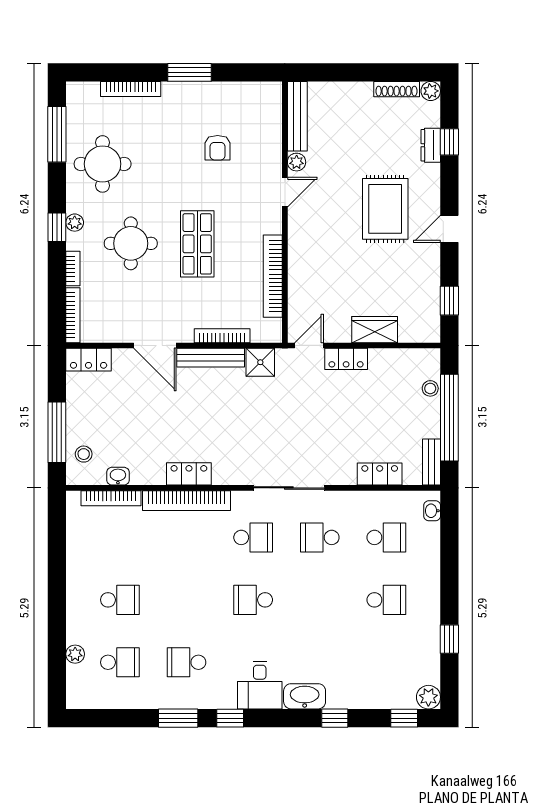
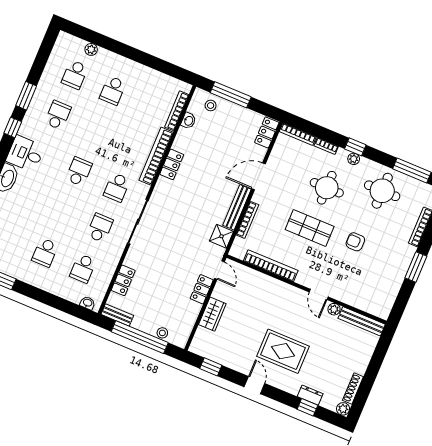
armchair: (218, 148) -> (355, 242), moved

